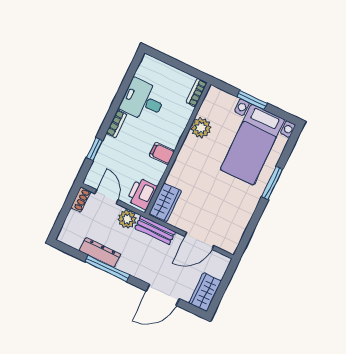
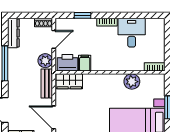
filing cabinet: (162, 153) -> (85, 63), moved
dresser: (100, 252) -> (13, 33), moved

